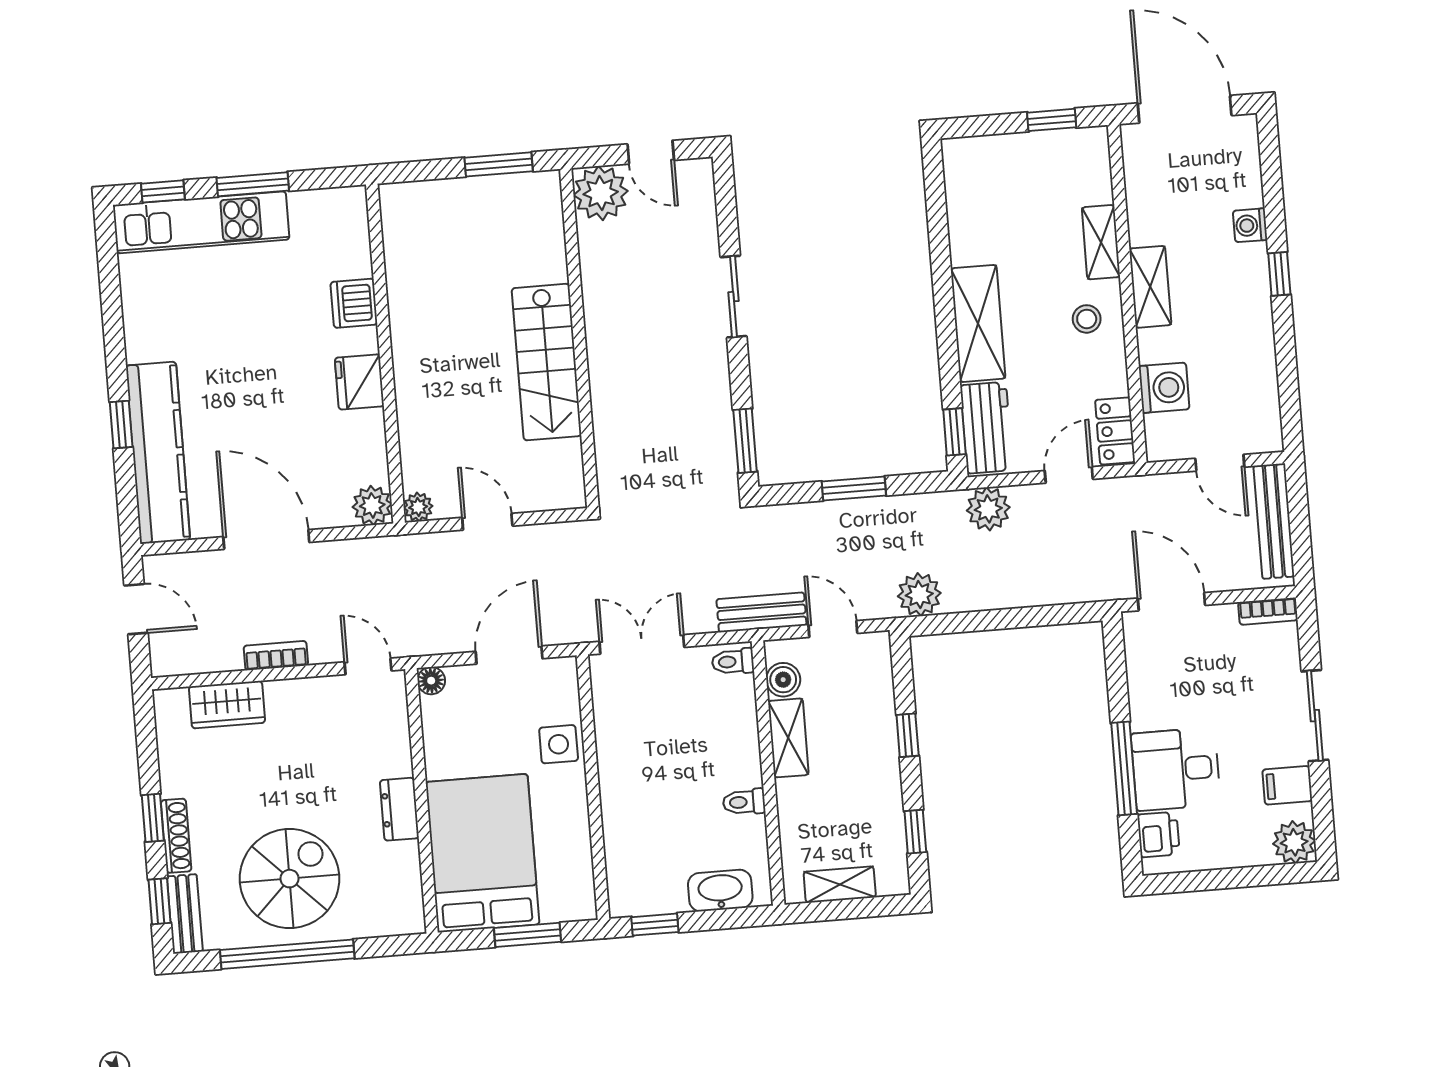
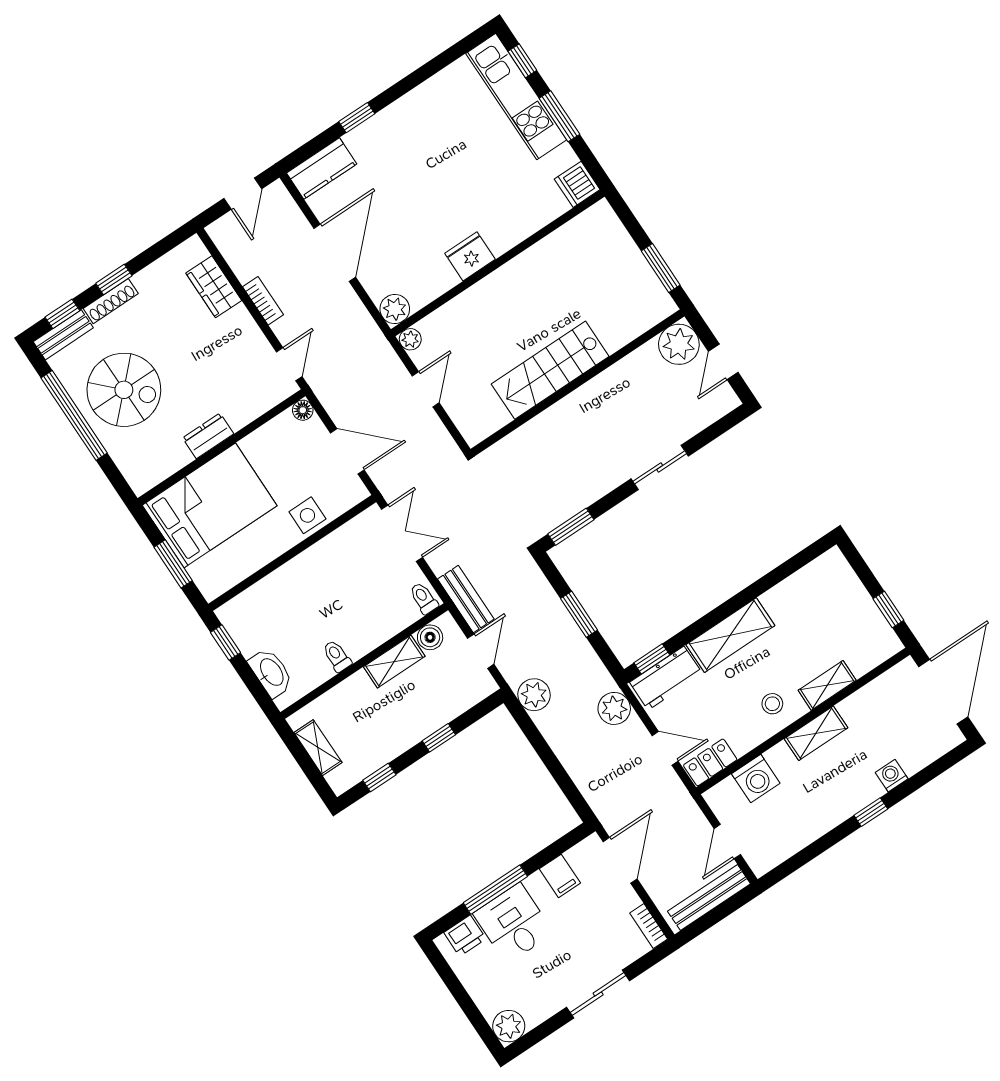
dishwasher: (354, 303) -> (577, 184), moved, turned -90
kitchen counter: (158, 453) -> (322, 168), width x0.48, depth x0.86
filing cabinet: (1287, 785) -> (560, 876), moved, turned 180

